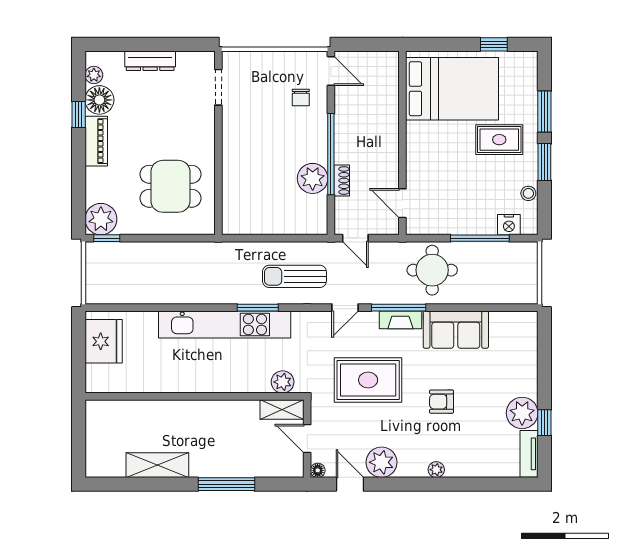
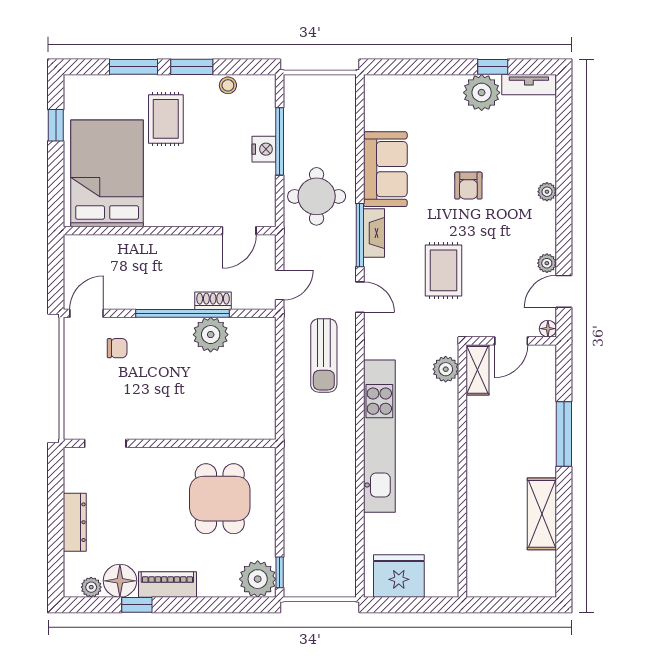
nightstand: (509, 225) -> (264, 149), moved
window: (258, 308) -> (360, 398), removed
rug: (368, 380) -> (443, 270), width x0.73, depth x0.70
plant: (381, 462) -> (547, 263), width x0.53, depth x0.53

